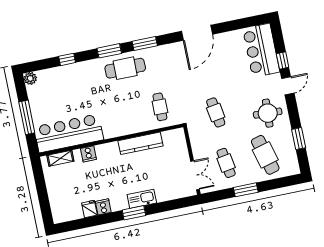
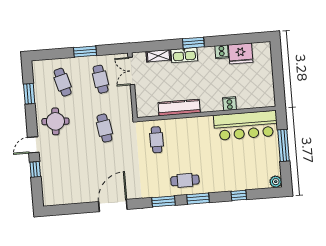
bar counter: (261, 50) -> (54, 181), removed
cafe table: (125, 68) -> (185, 180), width x0.73, depth x0.74
cafe table: (265, 155) -> (63, 82), width x0.73, depth x0.74
shelving: (60, 158) -> (158, 56), moved
fridge: (89, 209) -> (241, 53), width x1.88, depth x1.34

